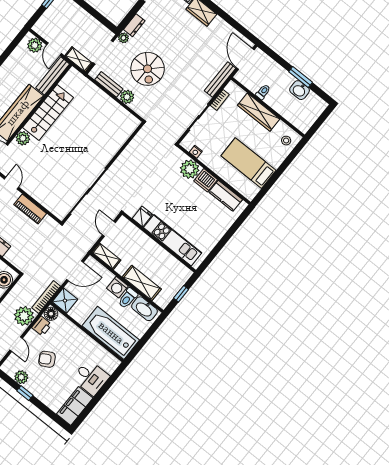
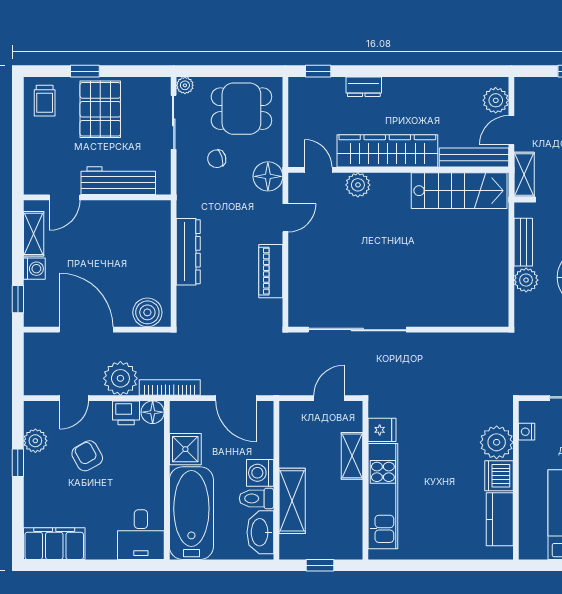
stairs: (48, 112) -> (459, 191), moved
shelving: (106, 256) -> (352, 456), moved
shower: (65, 301) -> (185, 449), moved
desk: (91, 378) -> (141, 535), moved

